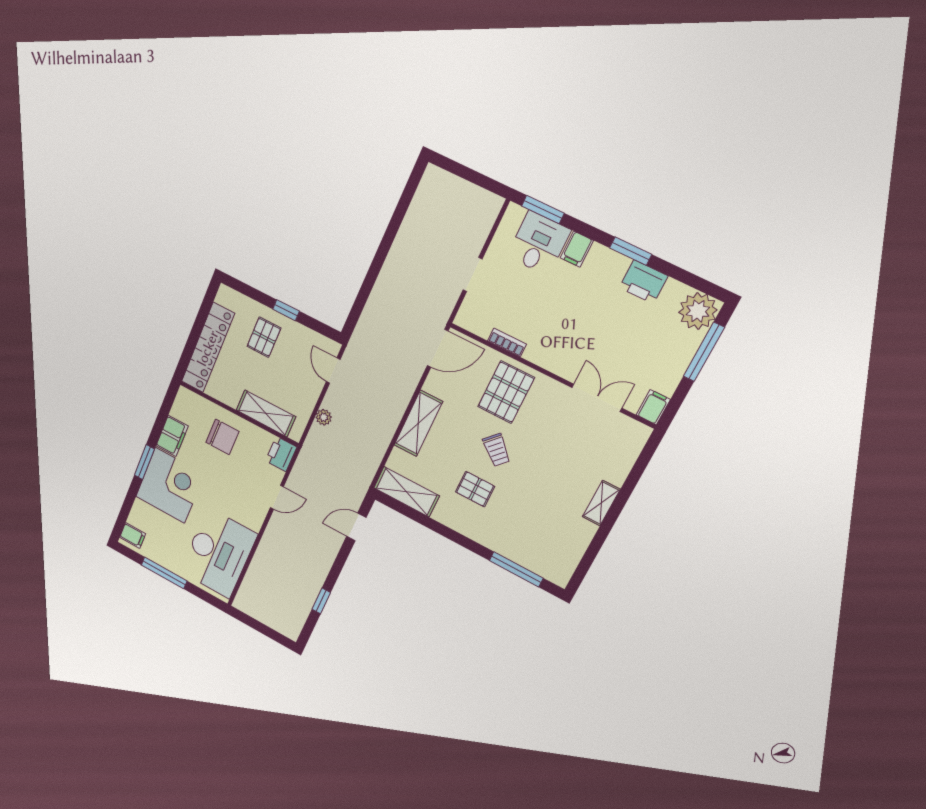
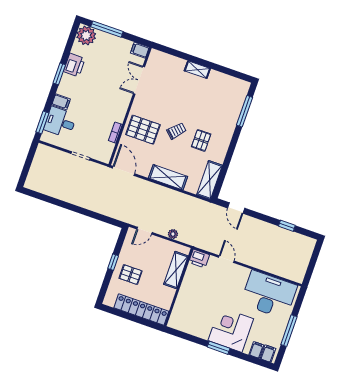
filing cabinet: (172, 436) -> (256, 350), moved, width x0.50
chair: (222, 437) -> (195, 297), removed

